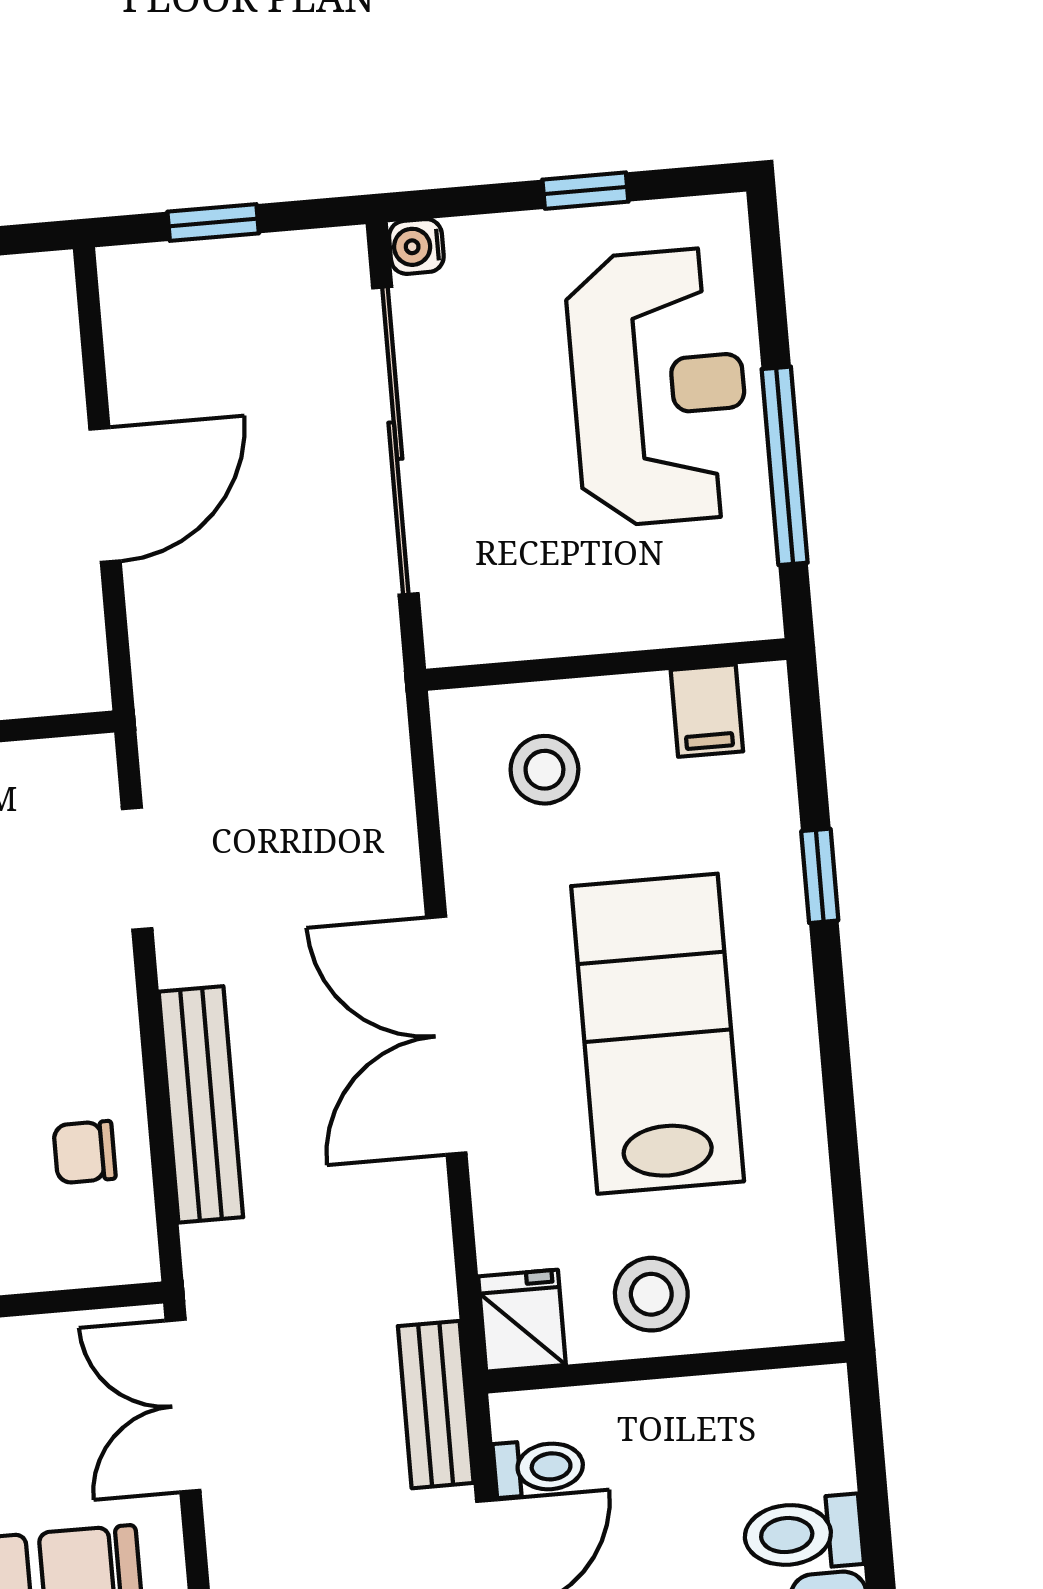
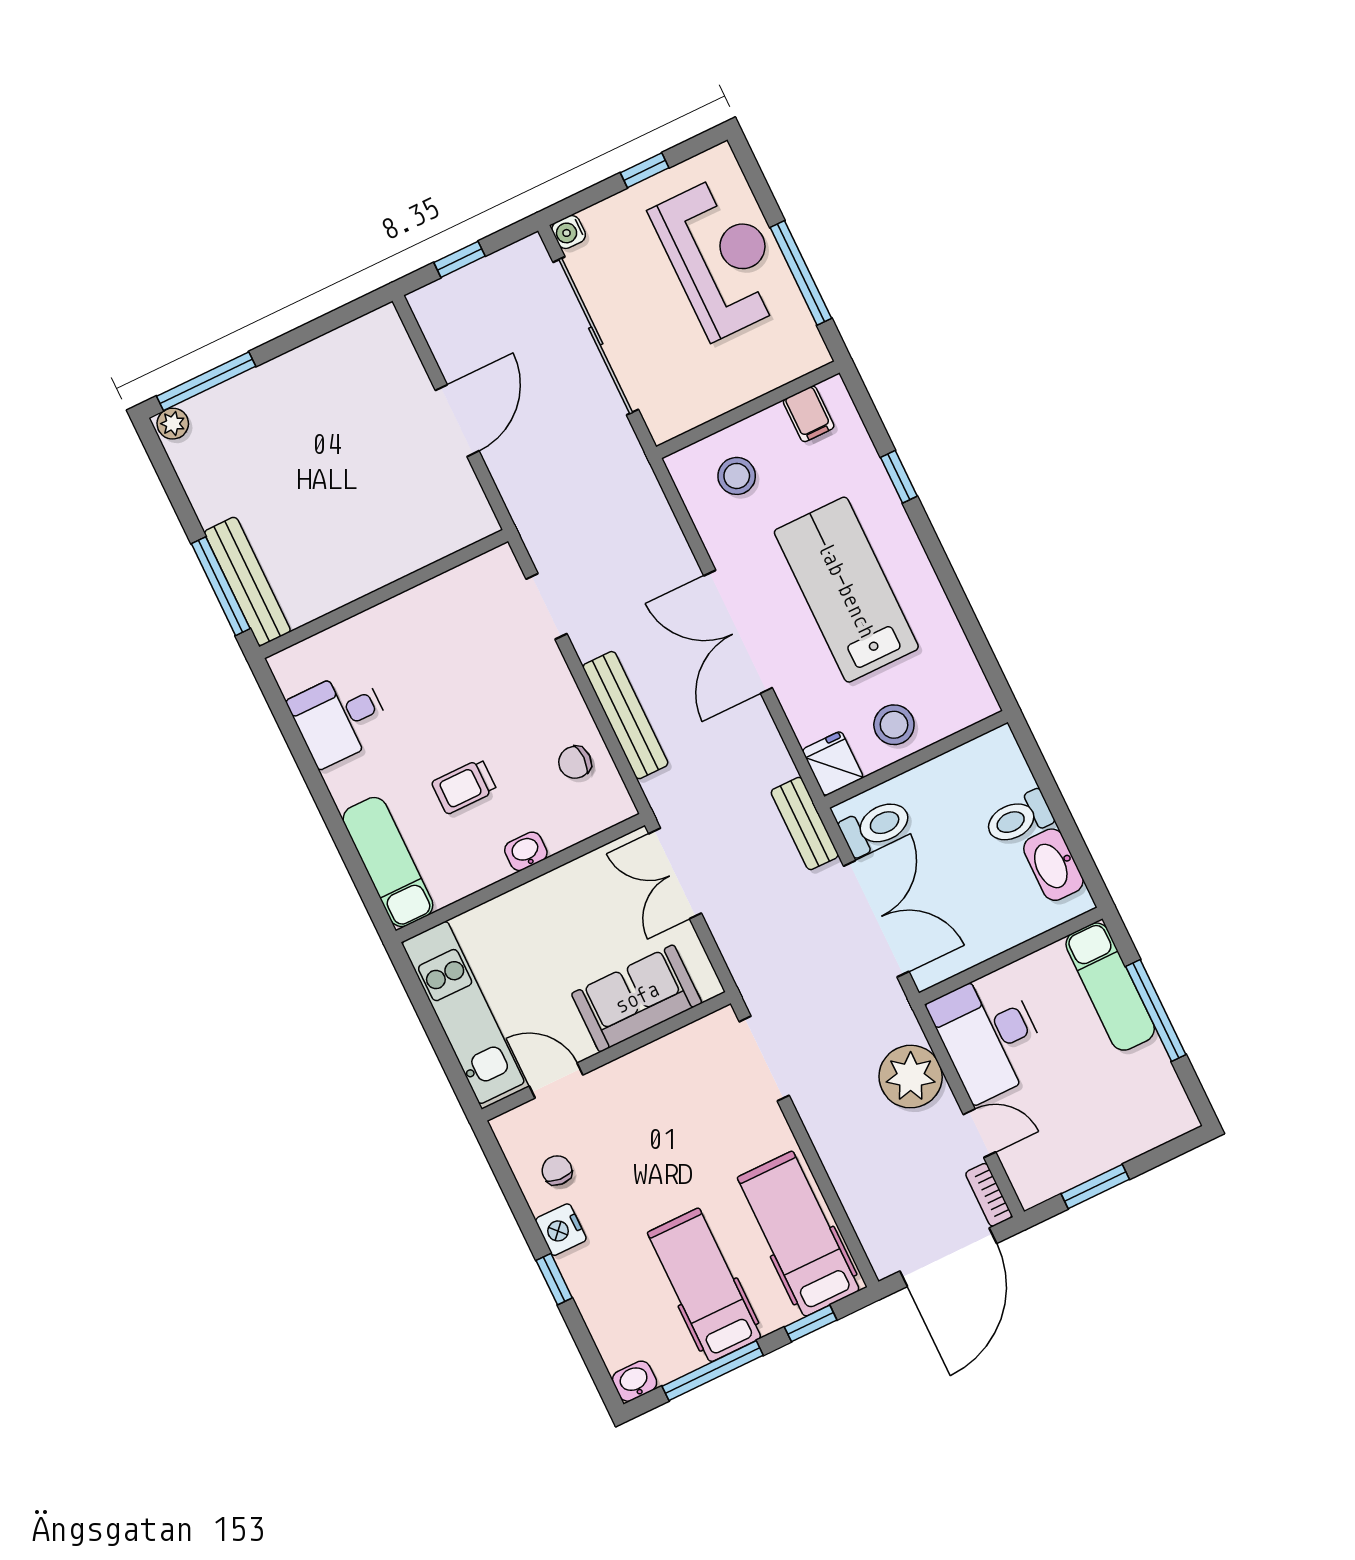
toilet: (539, 1467) -> (876, 827), width x1.37, depth x1.39

